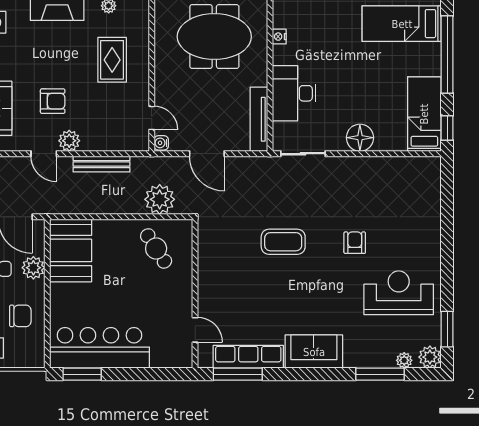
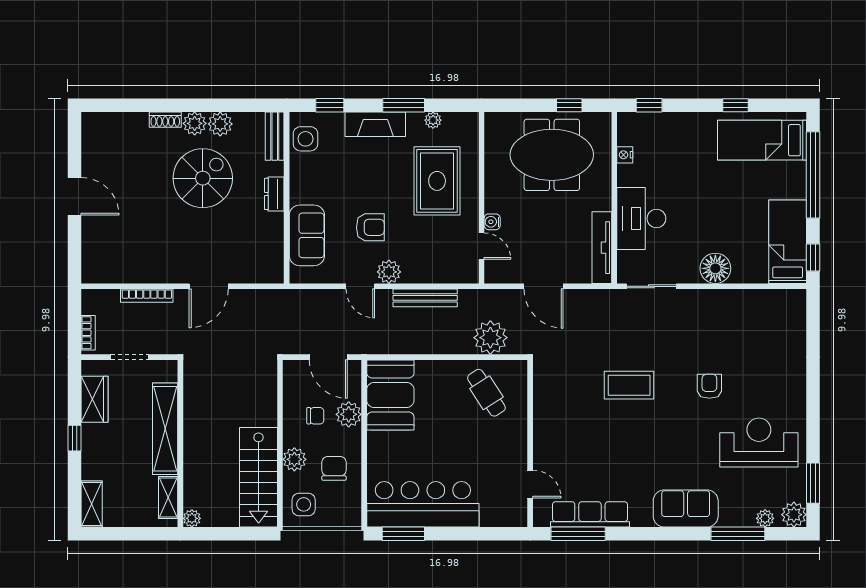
rug: (112, 60) -> (437, 181), width x1.36, depth x1.43
water cooler: (161, 143) -> (492, 222), moved
chair: (20, 316) -> (334, 468), turned -90
sofa: (314, 352) -> (686, 508), moved

